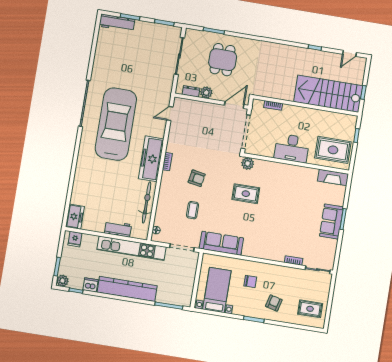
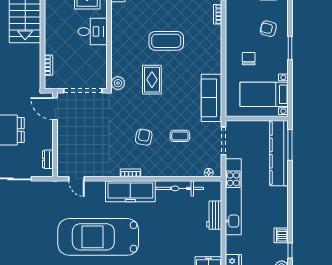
plant: (206, 93) -> (46, 142), removed
desk: (292, 148) -> (93, 32), width x0.73
coffee table: (278, 212) -> (166, 41), added
kitchen counter: (127, 289) -> (279, 153), moved

